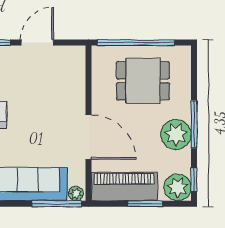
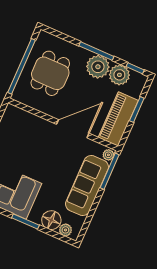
plant: (178, 187) -> (119, 75), moved

